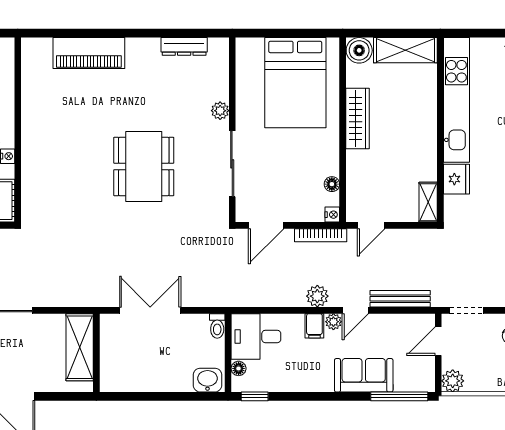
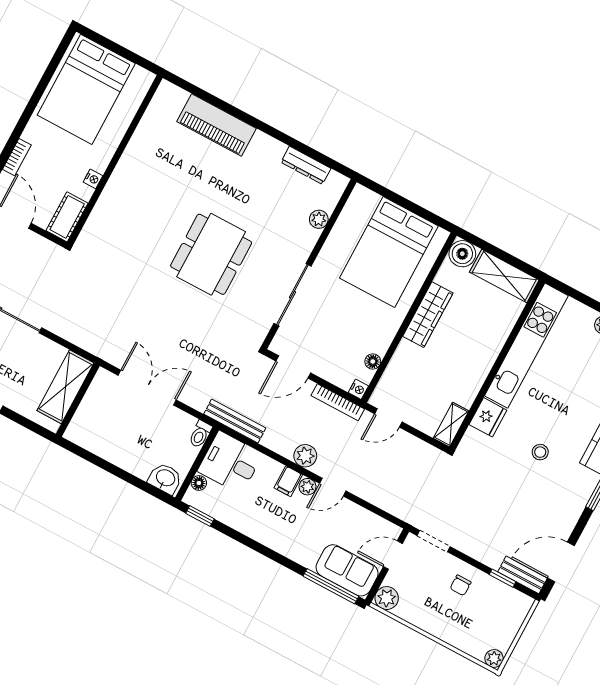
plant: (220, 111) -> (319, 219), moved
bench: (400, 299) -> (235, 421), moved
sofa: (364, 375) -> (347, 570), moved

